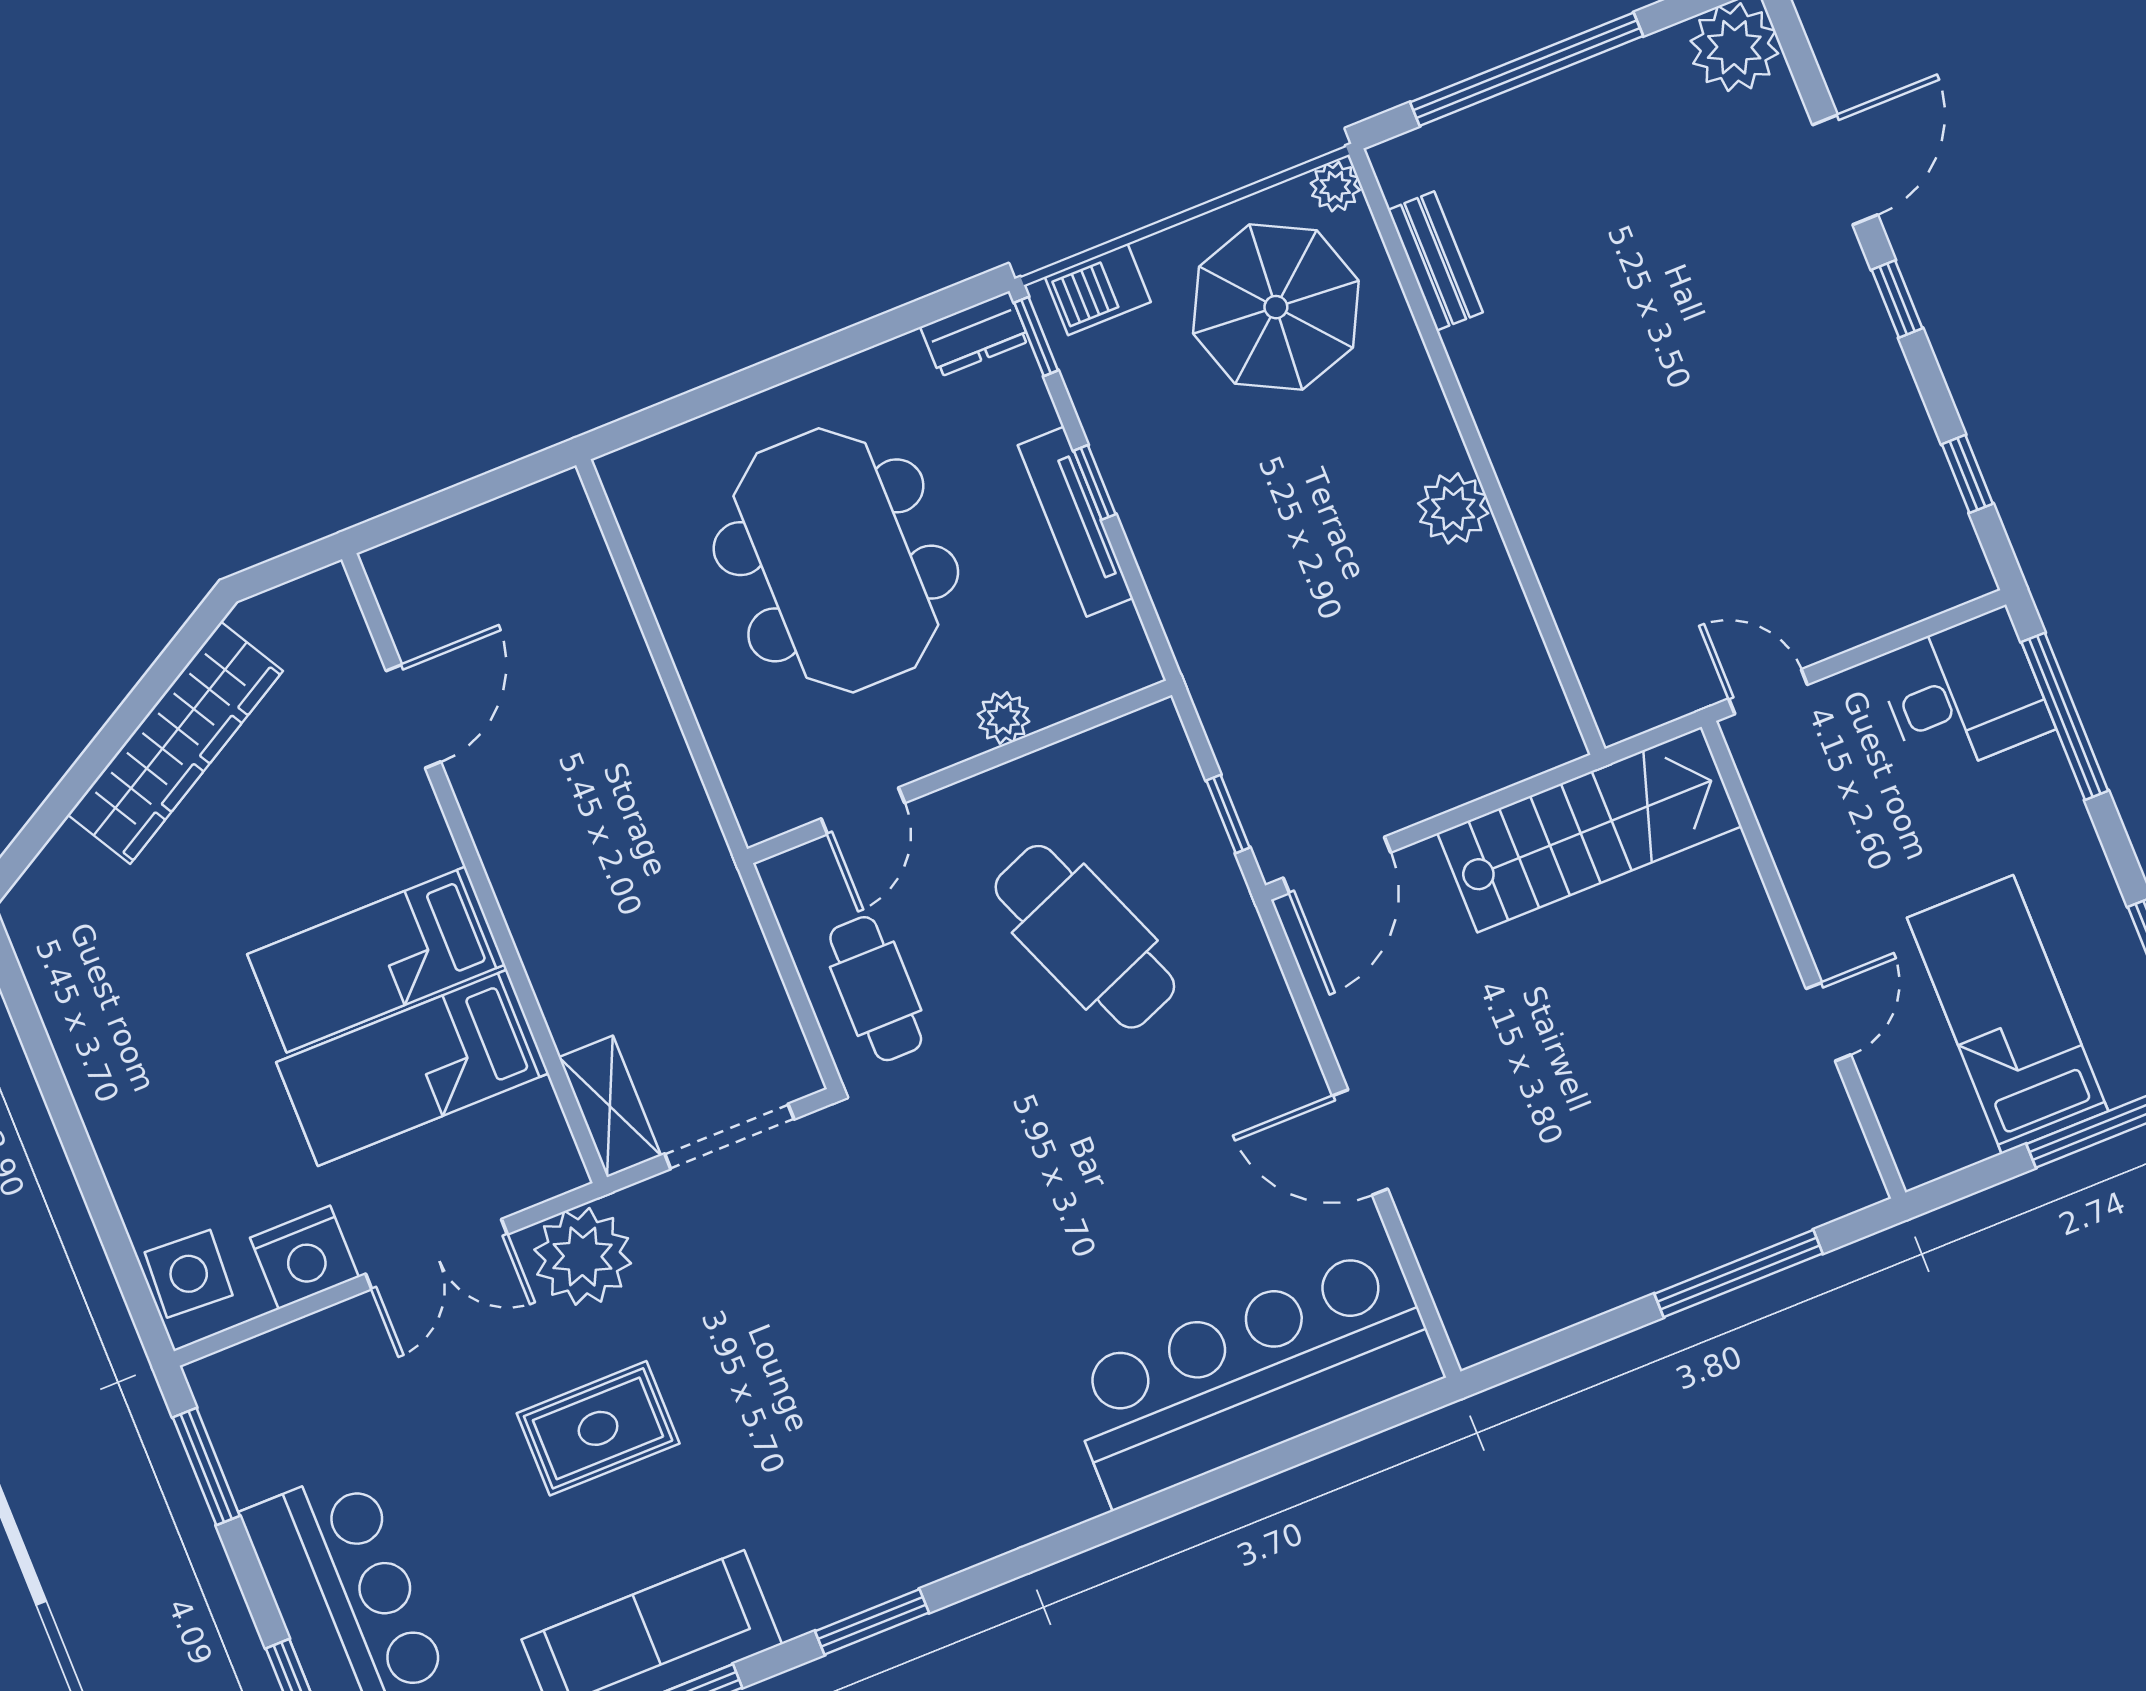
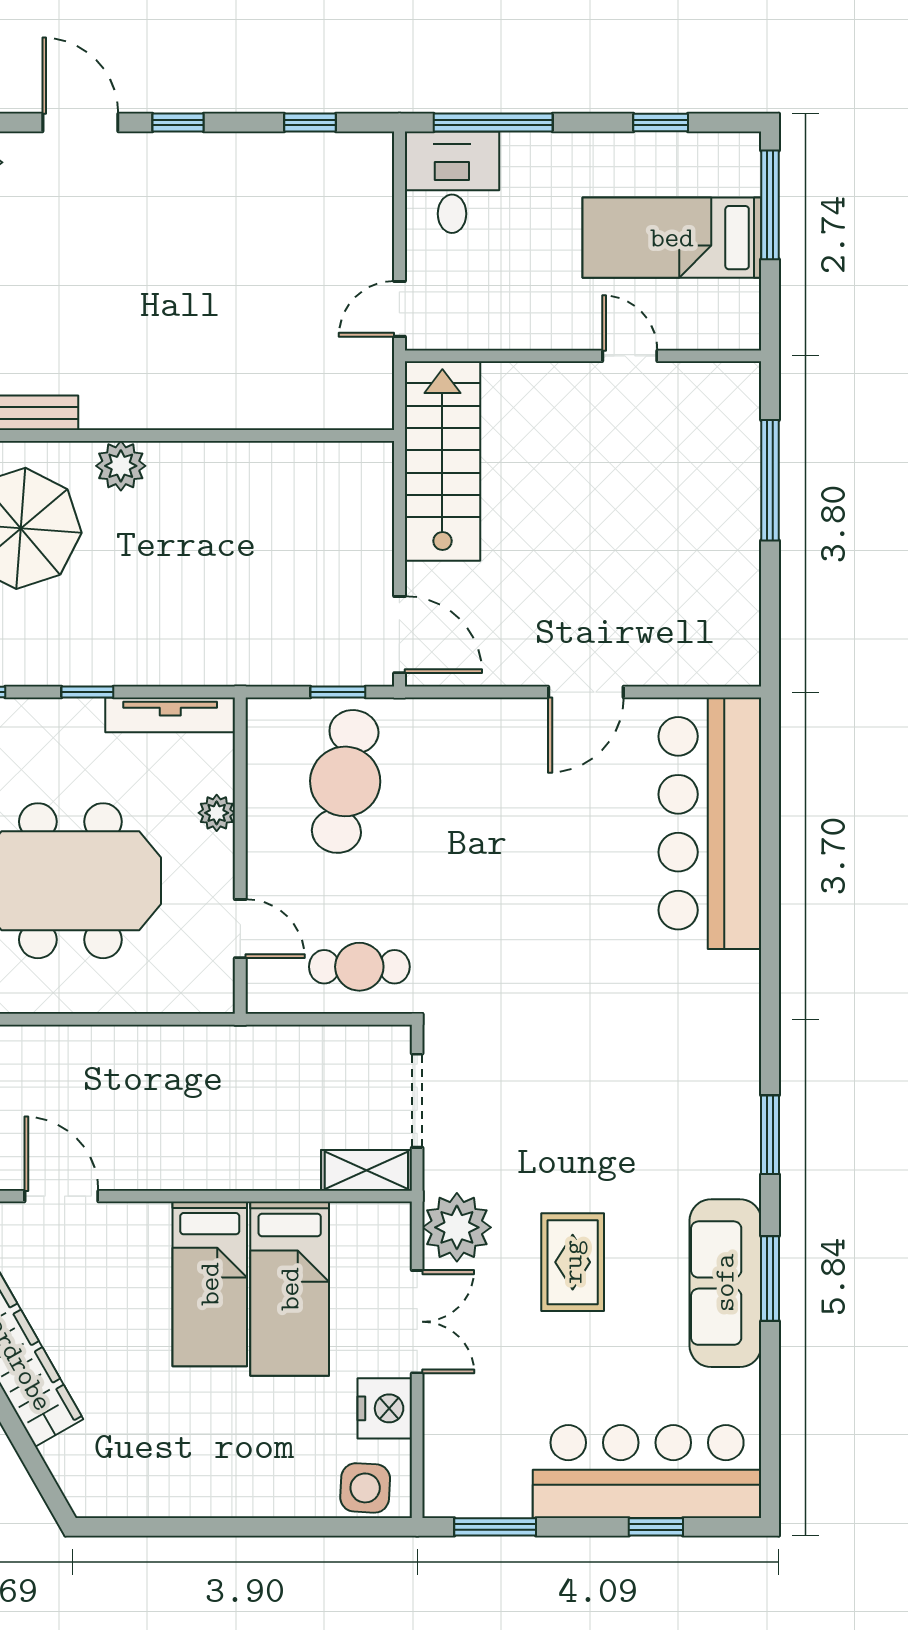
plant: (1453, 508) -> (121, 466), moved
tv unit: (1075, 522) -> (170, 715), moved
cafe table: (1085, 937) -> (345, 781), moved, turned -58

